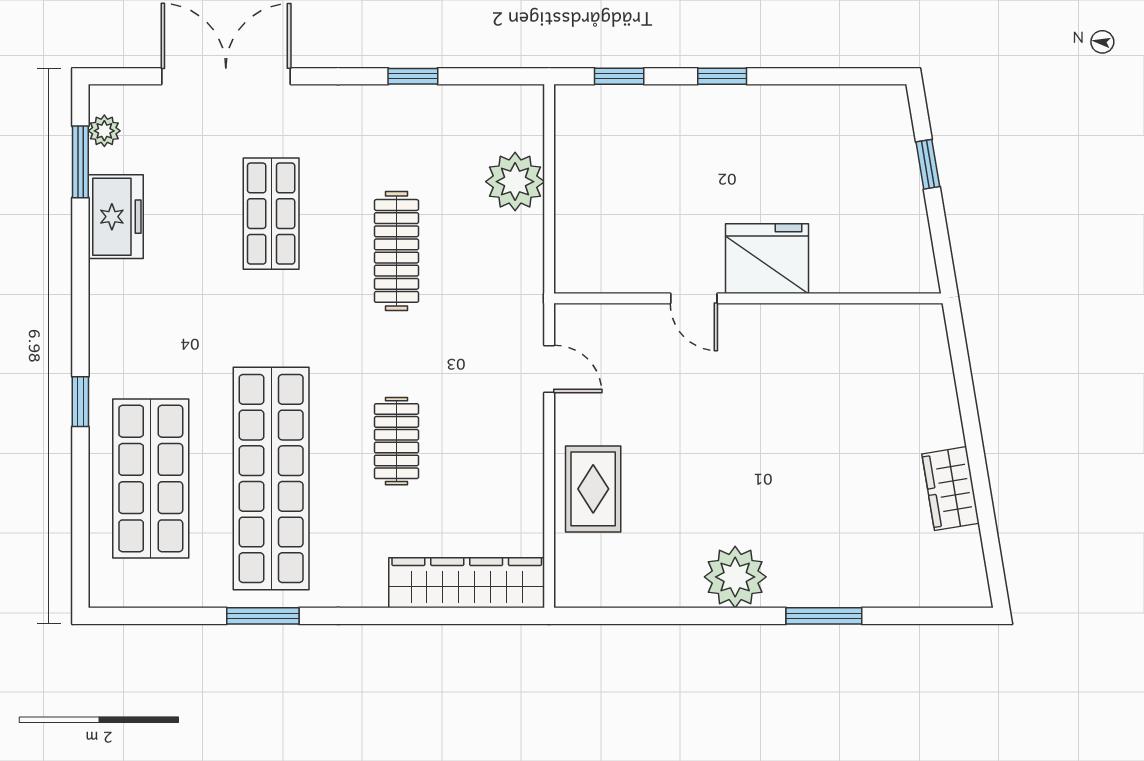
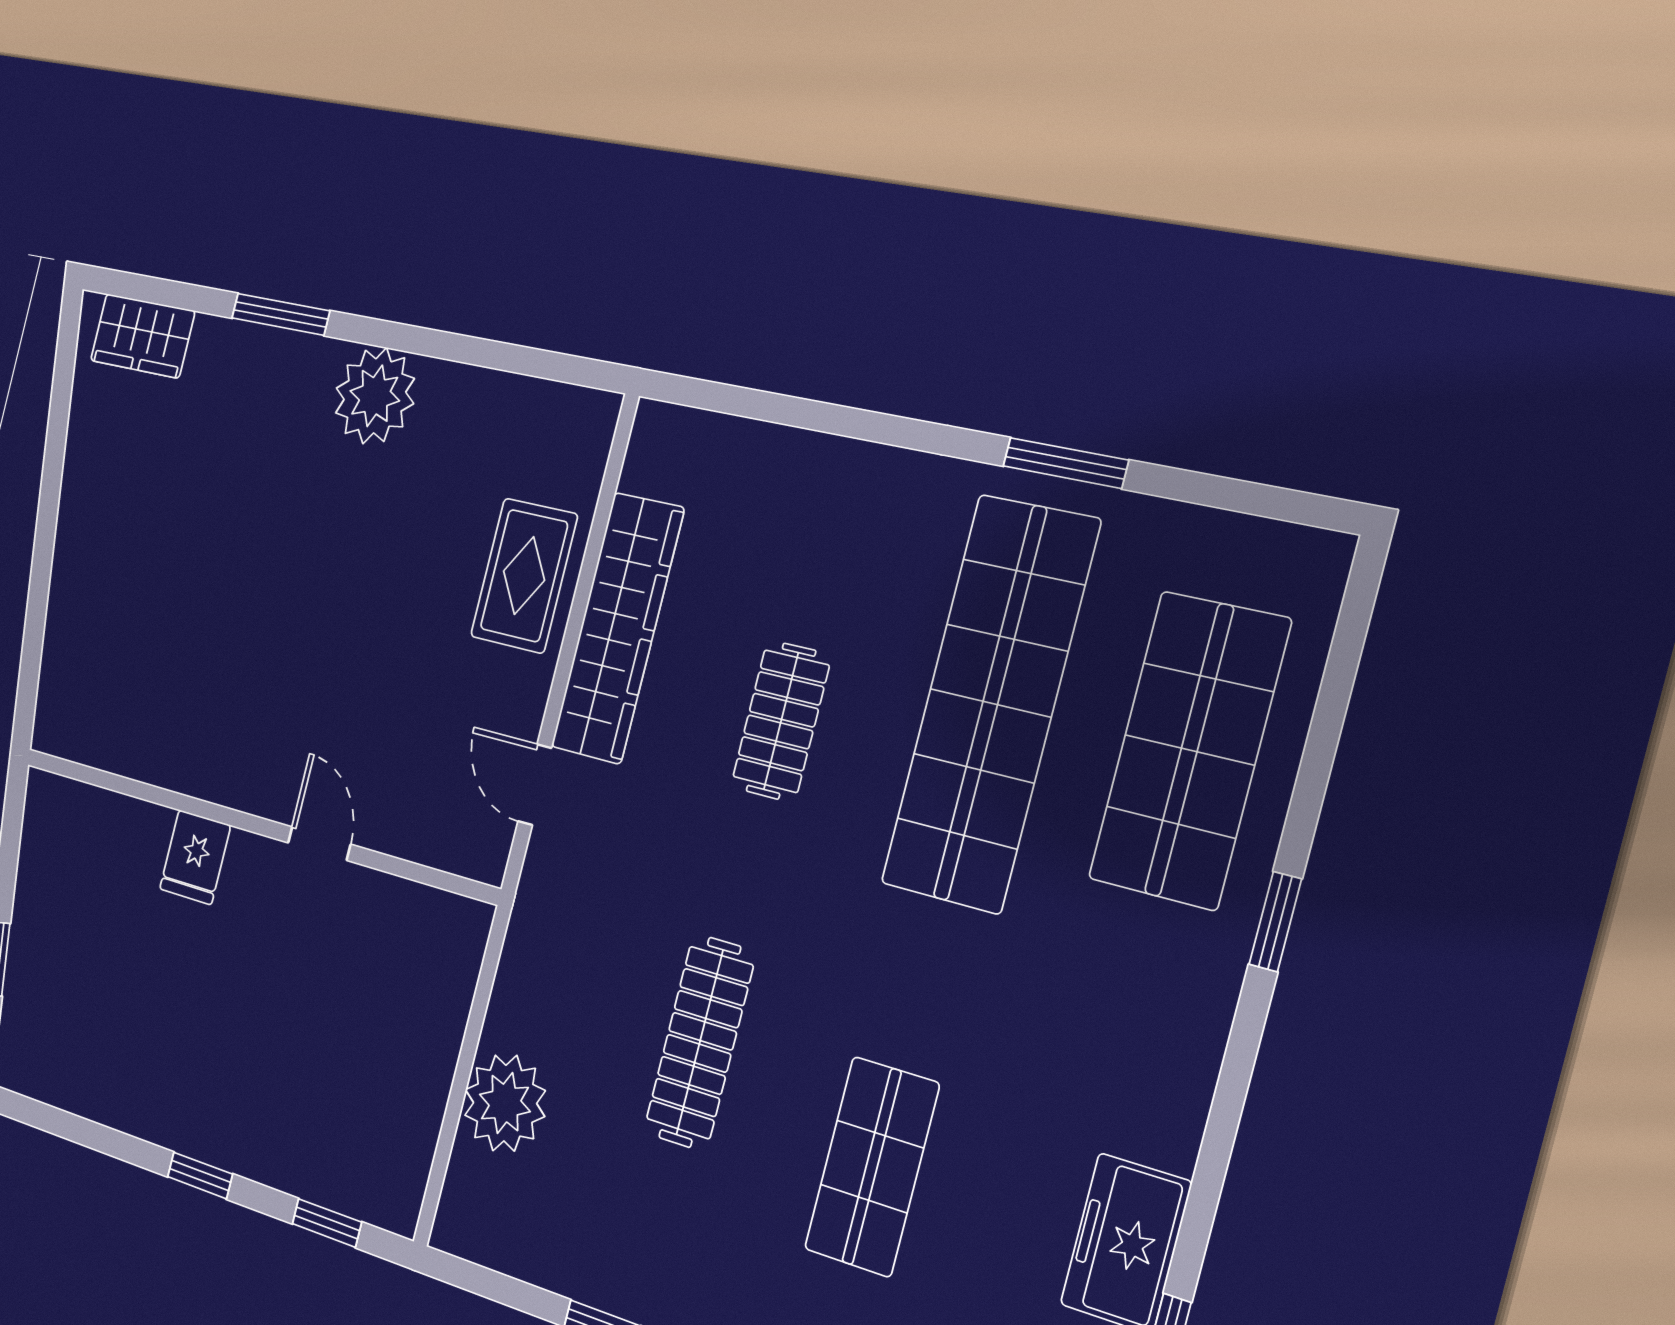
fridge: (767, 259) -> (195, 857), width x0.53, depth x0.75
wardrobe: (951, 489) -> (142, 336), moved, turned 99
wardrobe: (467, 583) -> (618, 628), moved, turned -90

